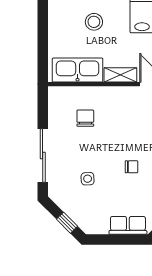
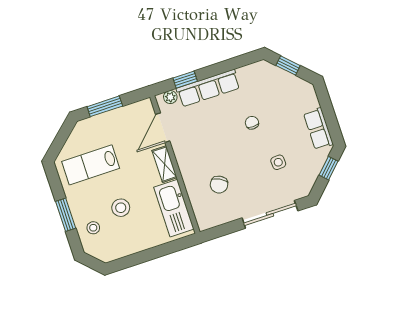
chair: (85, 118) -> (219, 185), turned -62
row of seats: (128, 225) -> (318, 129), moved

